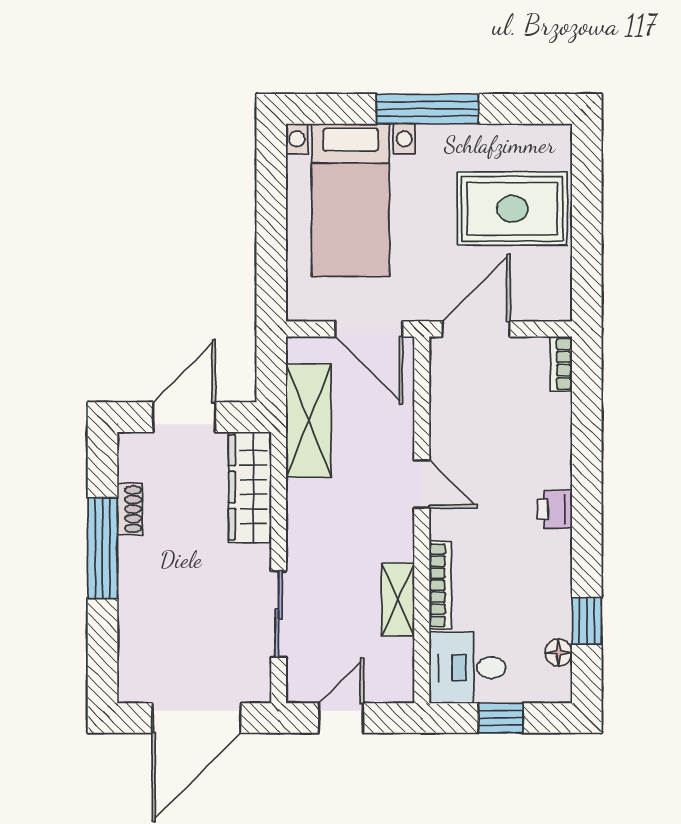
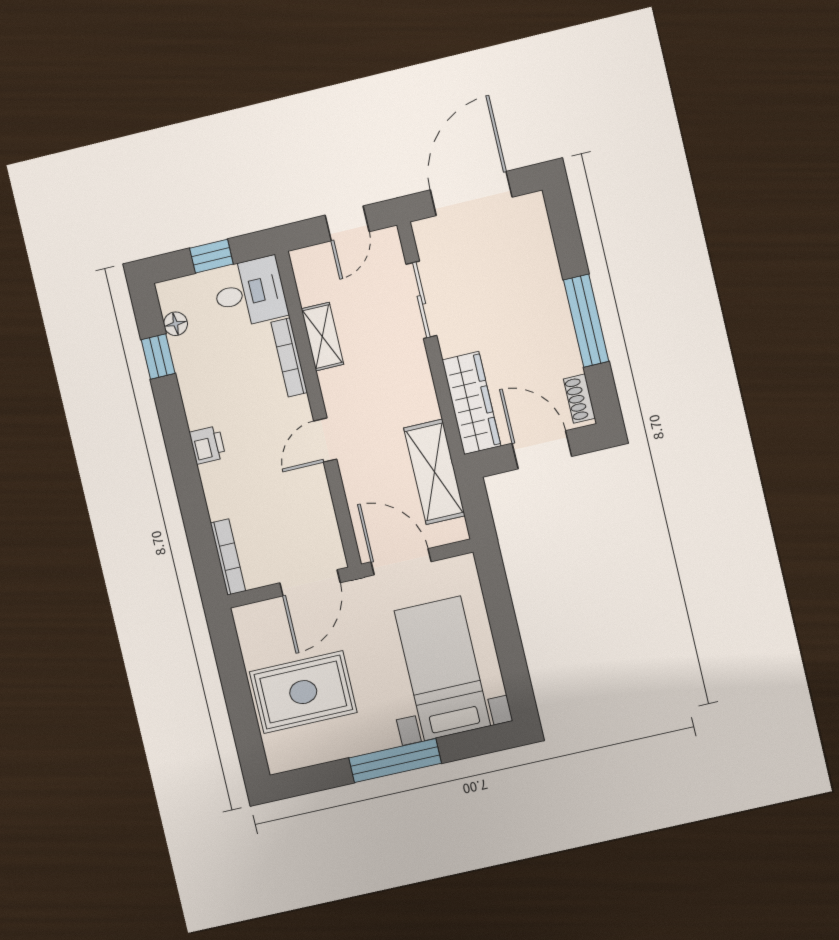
bookcase: (561, 364) -> (228, 557), width x1.56
door: (184, 417) -> (542, 450), swing flipped
door: (422, 484) -> (325, 440), hinge flipped
shoe rack: (130, 509) -> (579, 399), moved

